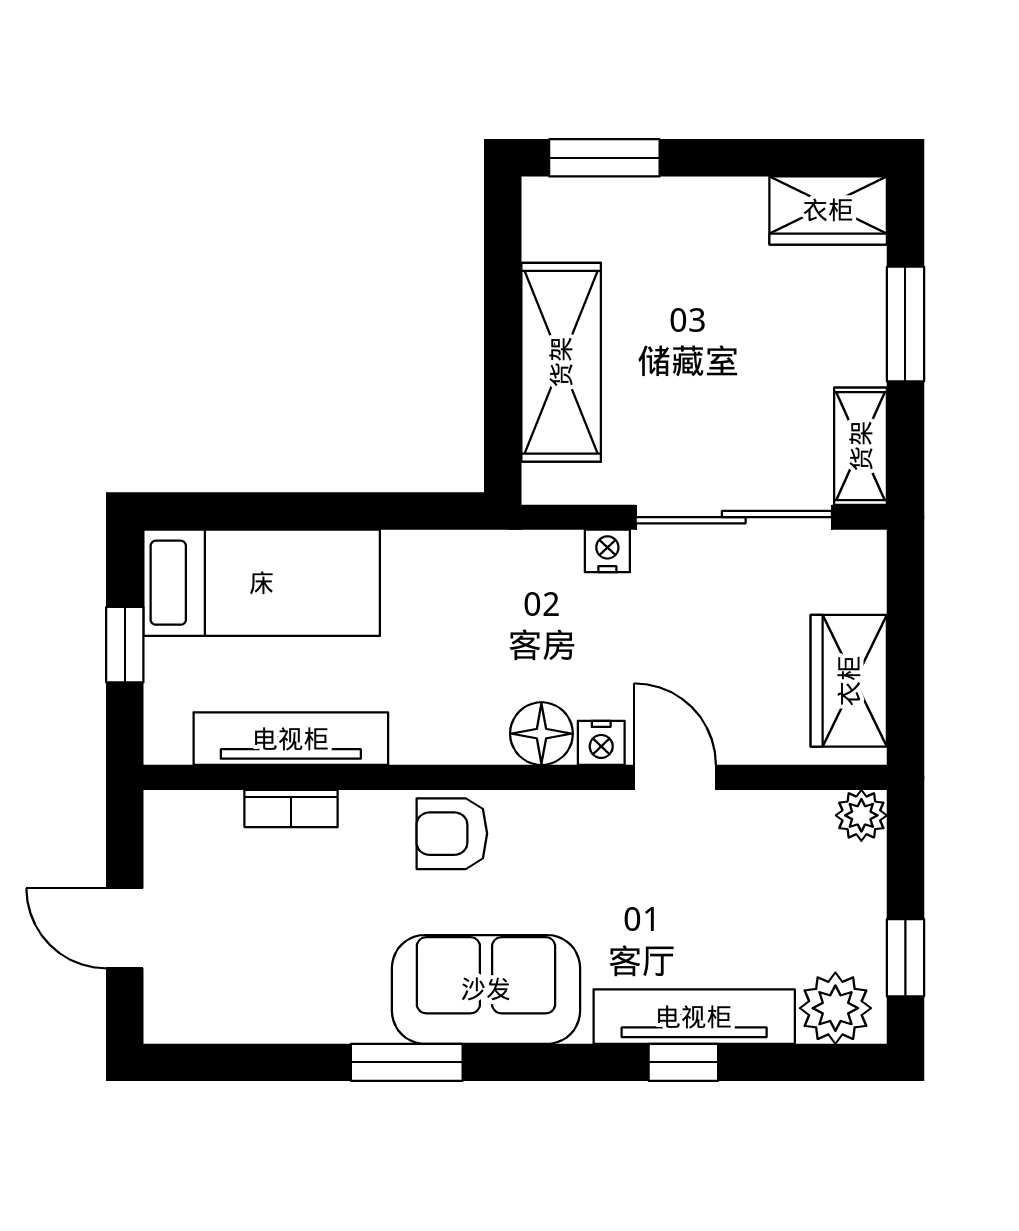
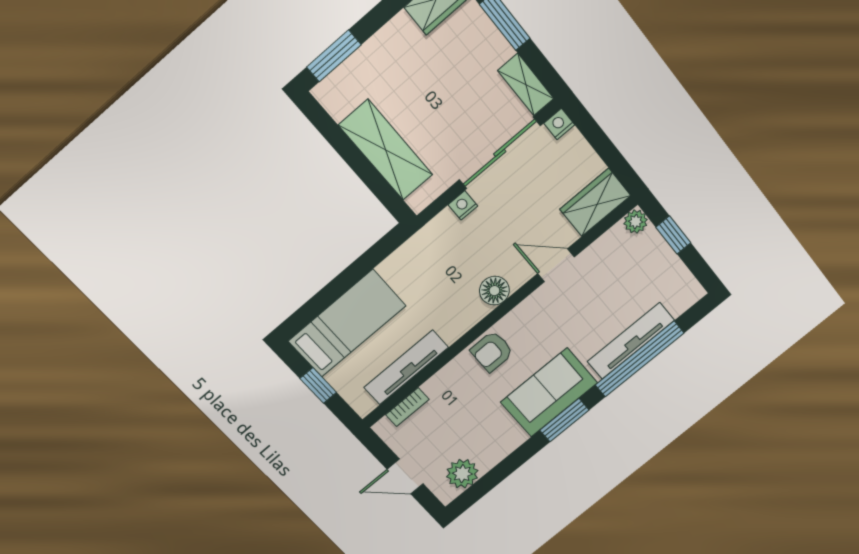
wardrobe: (849, 681) -> (595, 202), moved, turned 90
nightstand: (601, 743) -> (559, 124), moved, turned 180
bookcase: (291, 808) -> (407, 407), moved
window: (905, 958) -> (673, 235), moved
plant: (835, 1008) -> (462, 474), moved
window: (407, 1062) -> (564, 420), moved
window: (683, 1062) -> (640, 359), width x3.17

